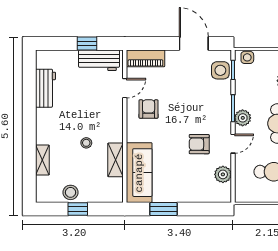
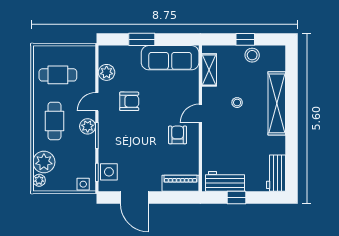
workbench: (46, 88) -> (276, 173), moved
door: (125, 88) -> (200, 114), moved
armchair: (149, 109) -> (178, 135), turned 180
shelving: (42, 160) -> (277, 103), width x2.20, depth x1.33
shelving: (116, 160) -> (209, 70), moved
sofa: (139, 173) -> (170, 58), moved, turned -90
window: (163, 209) -> (142, 39), moved

